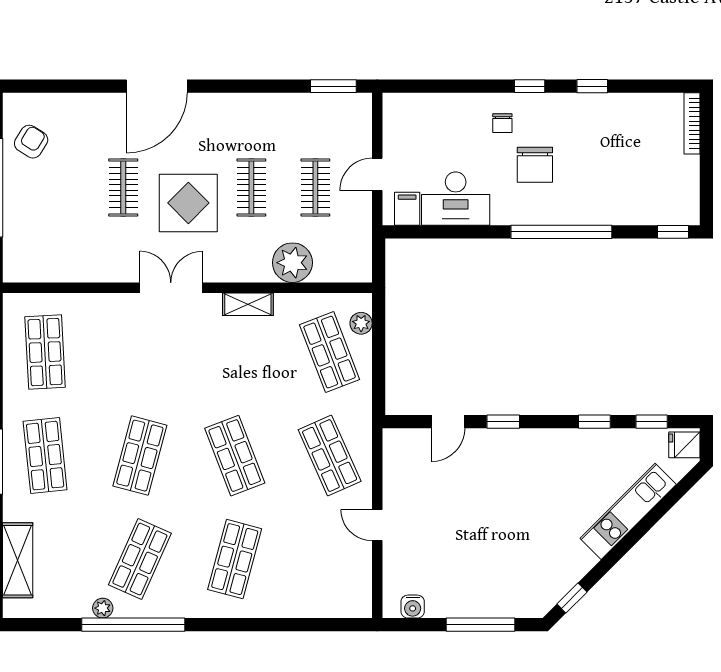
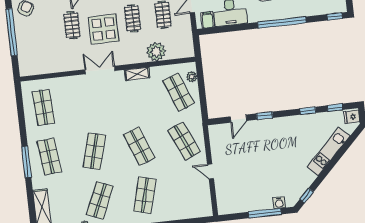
water cooler: (413, 607) -> (279, 203), moved

